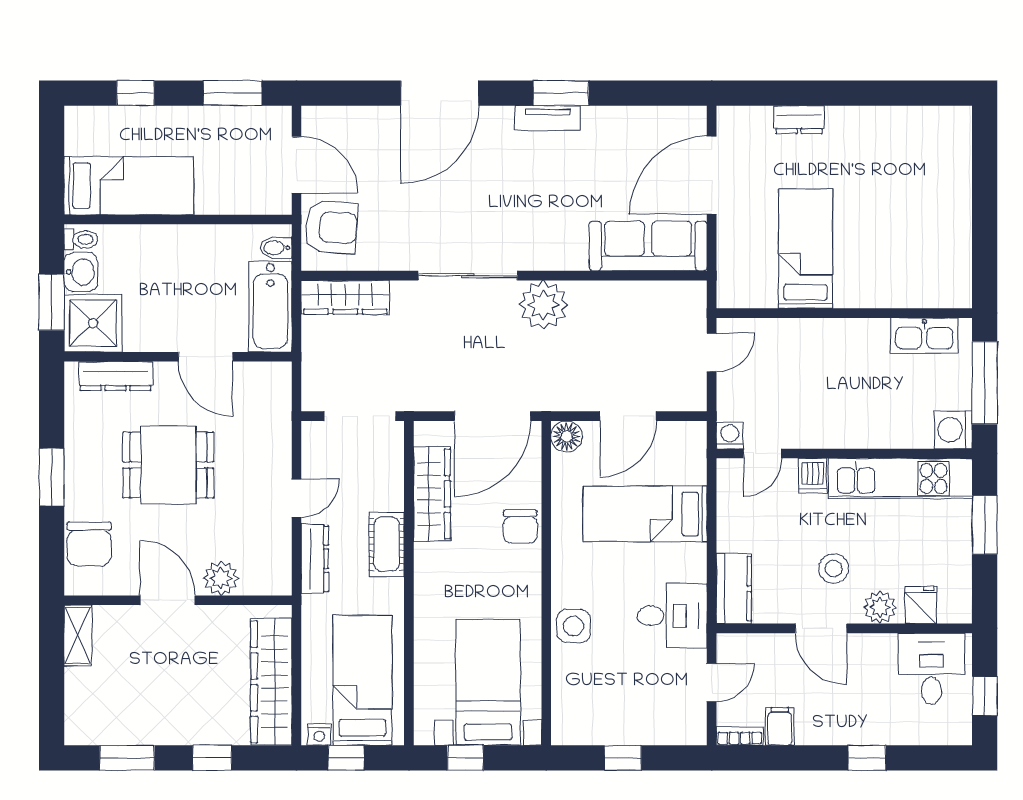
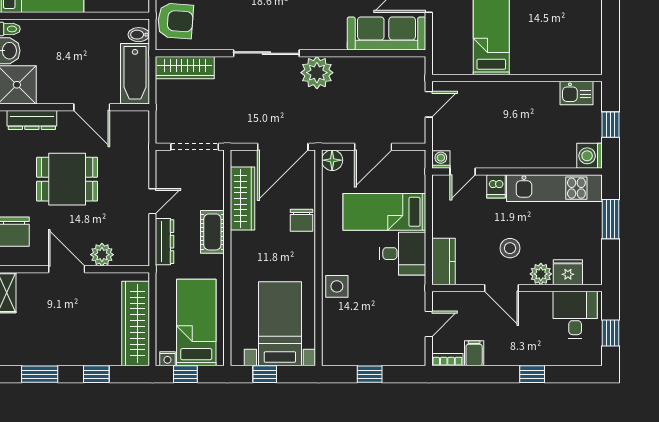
kitchen sink: (924, 336) -> (576, 93), width x0.73
window: (985, 383) -> (611, 125), width x0.46
fridge: (921, 605) -> (568, 272), width x1.38
desk: (672, 616) -> (402, 254), moved

